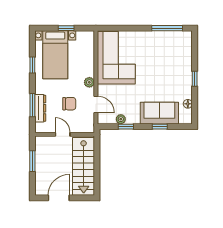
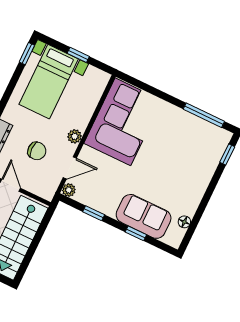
window: (32, 65) -> (27, 54), moved
window: (195, 79) -> (227, 155), moved
door: (96, 104) -> (70, 168), hinge flipped
plant: (121, 119) -> (69, 190), moved

